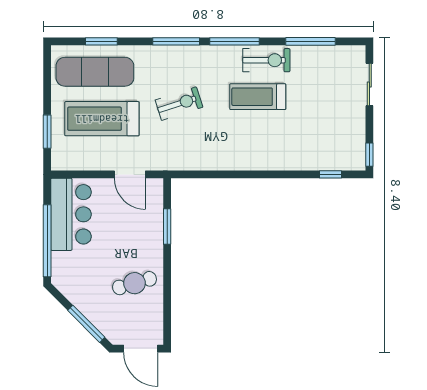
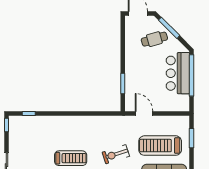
treadmill: (102, 119) -> (160, 146), turned 180
bar counter: (71, 214) -> (178, 73), moved
cafe table: (134, 283) -> (154, 39), moved

